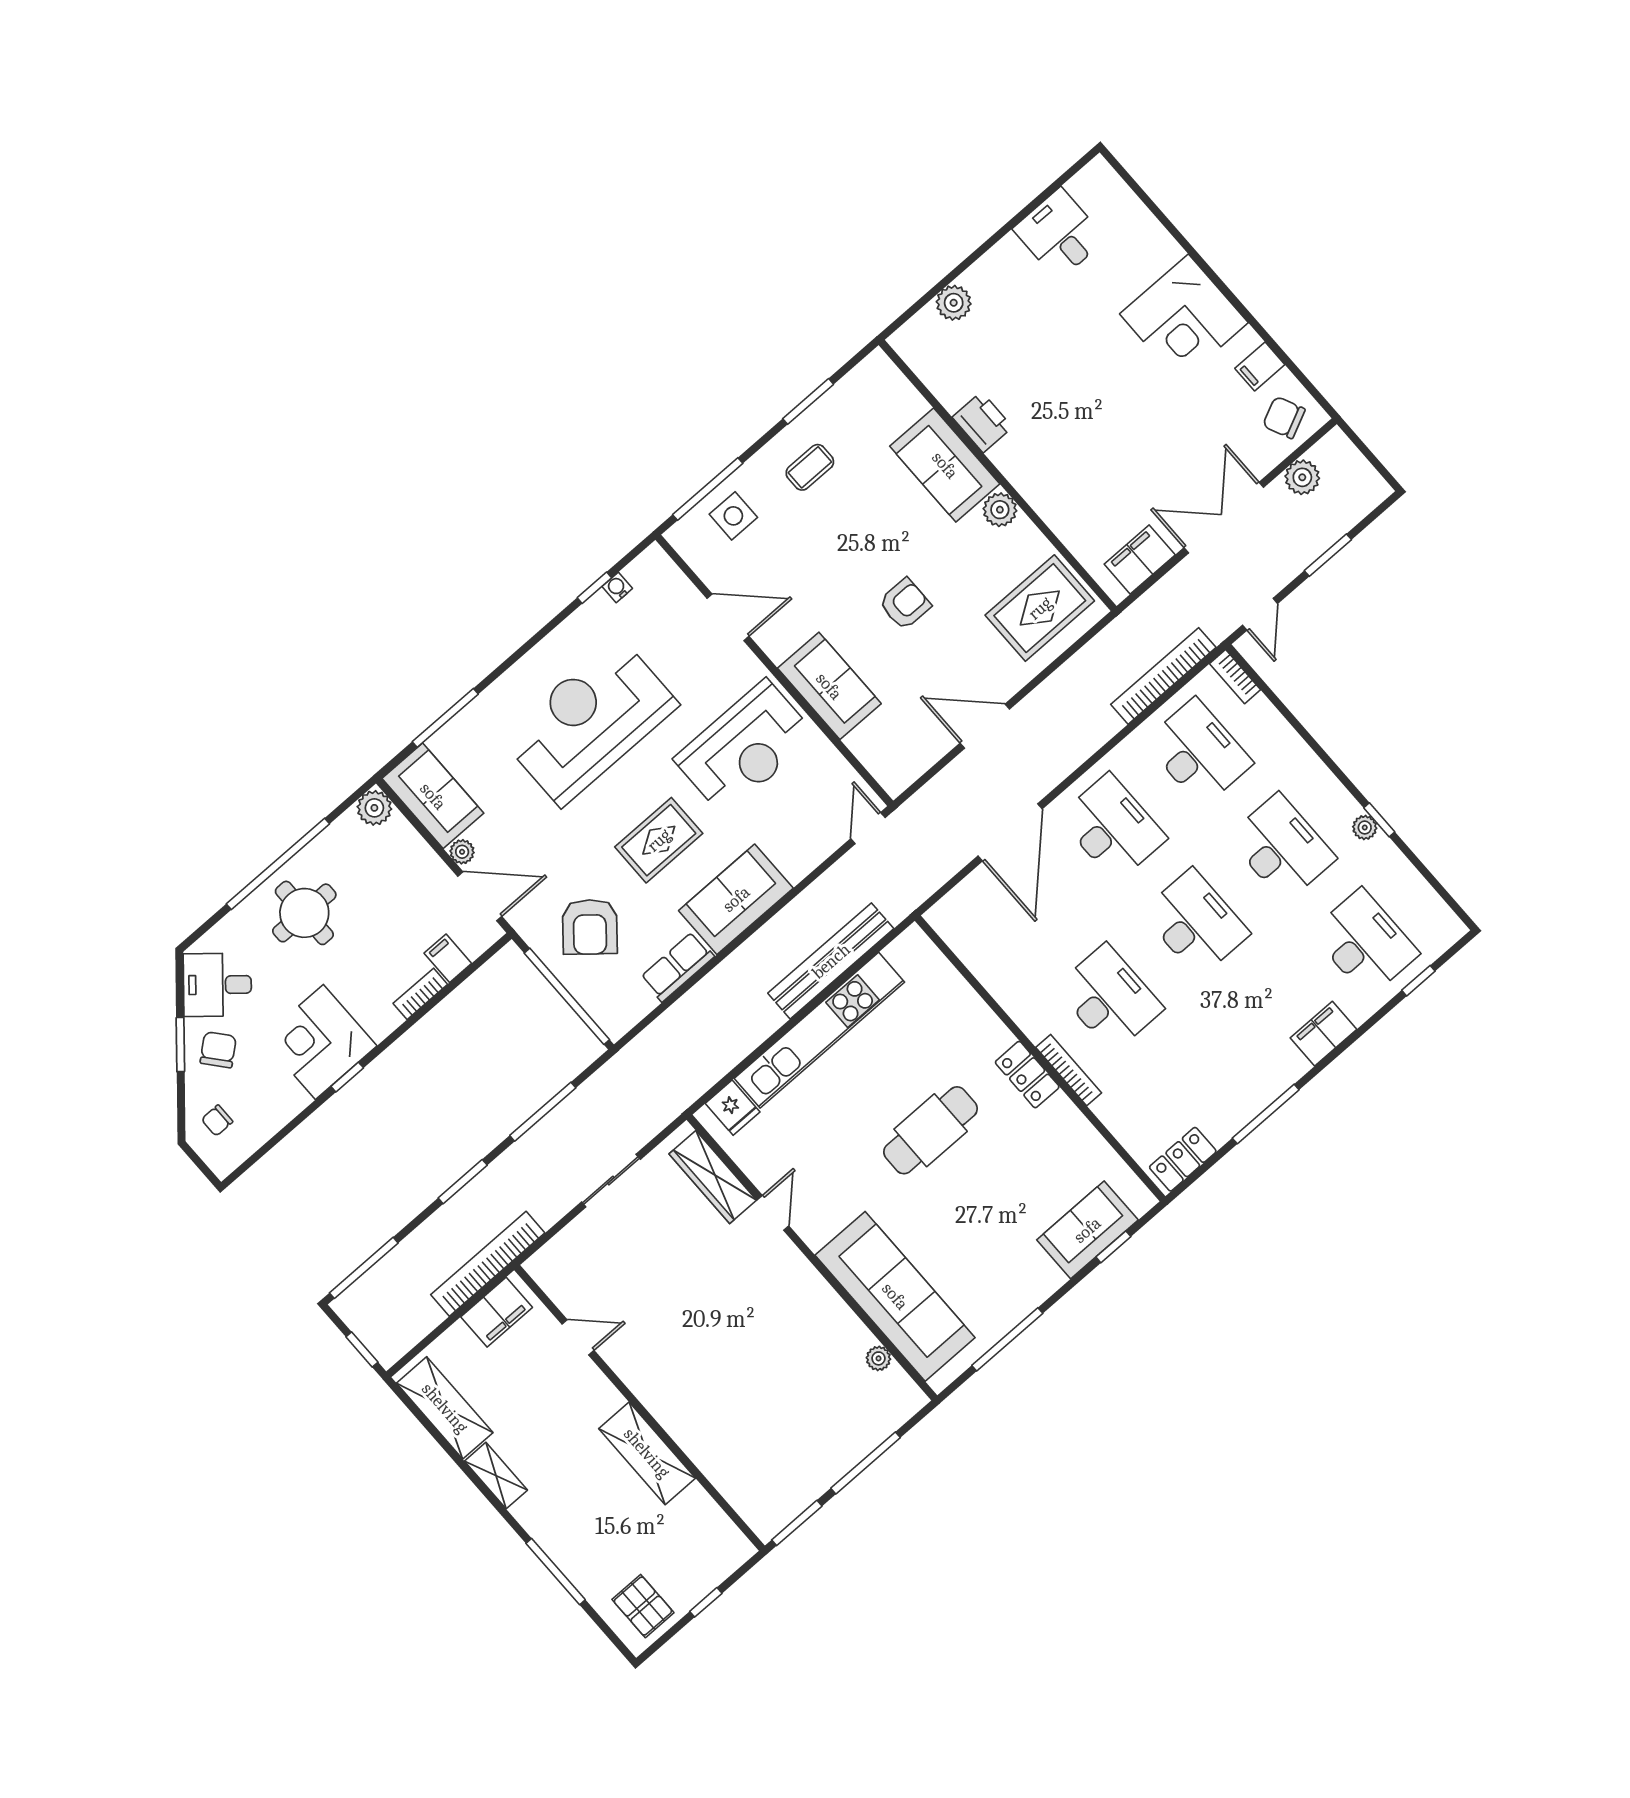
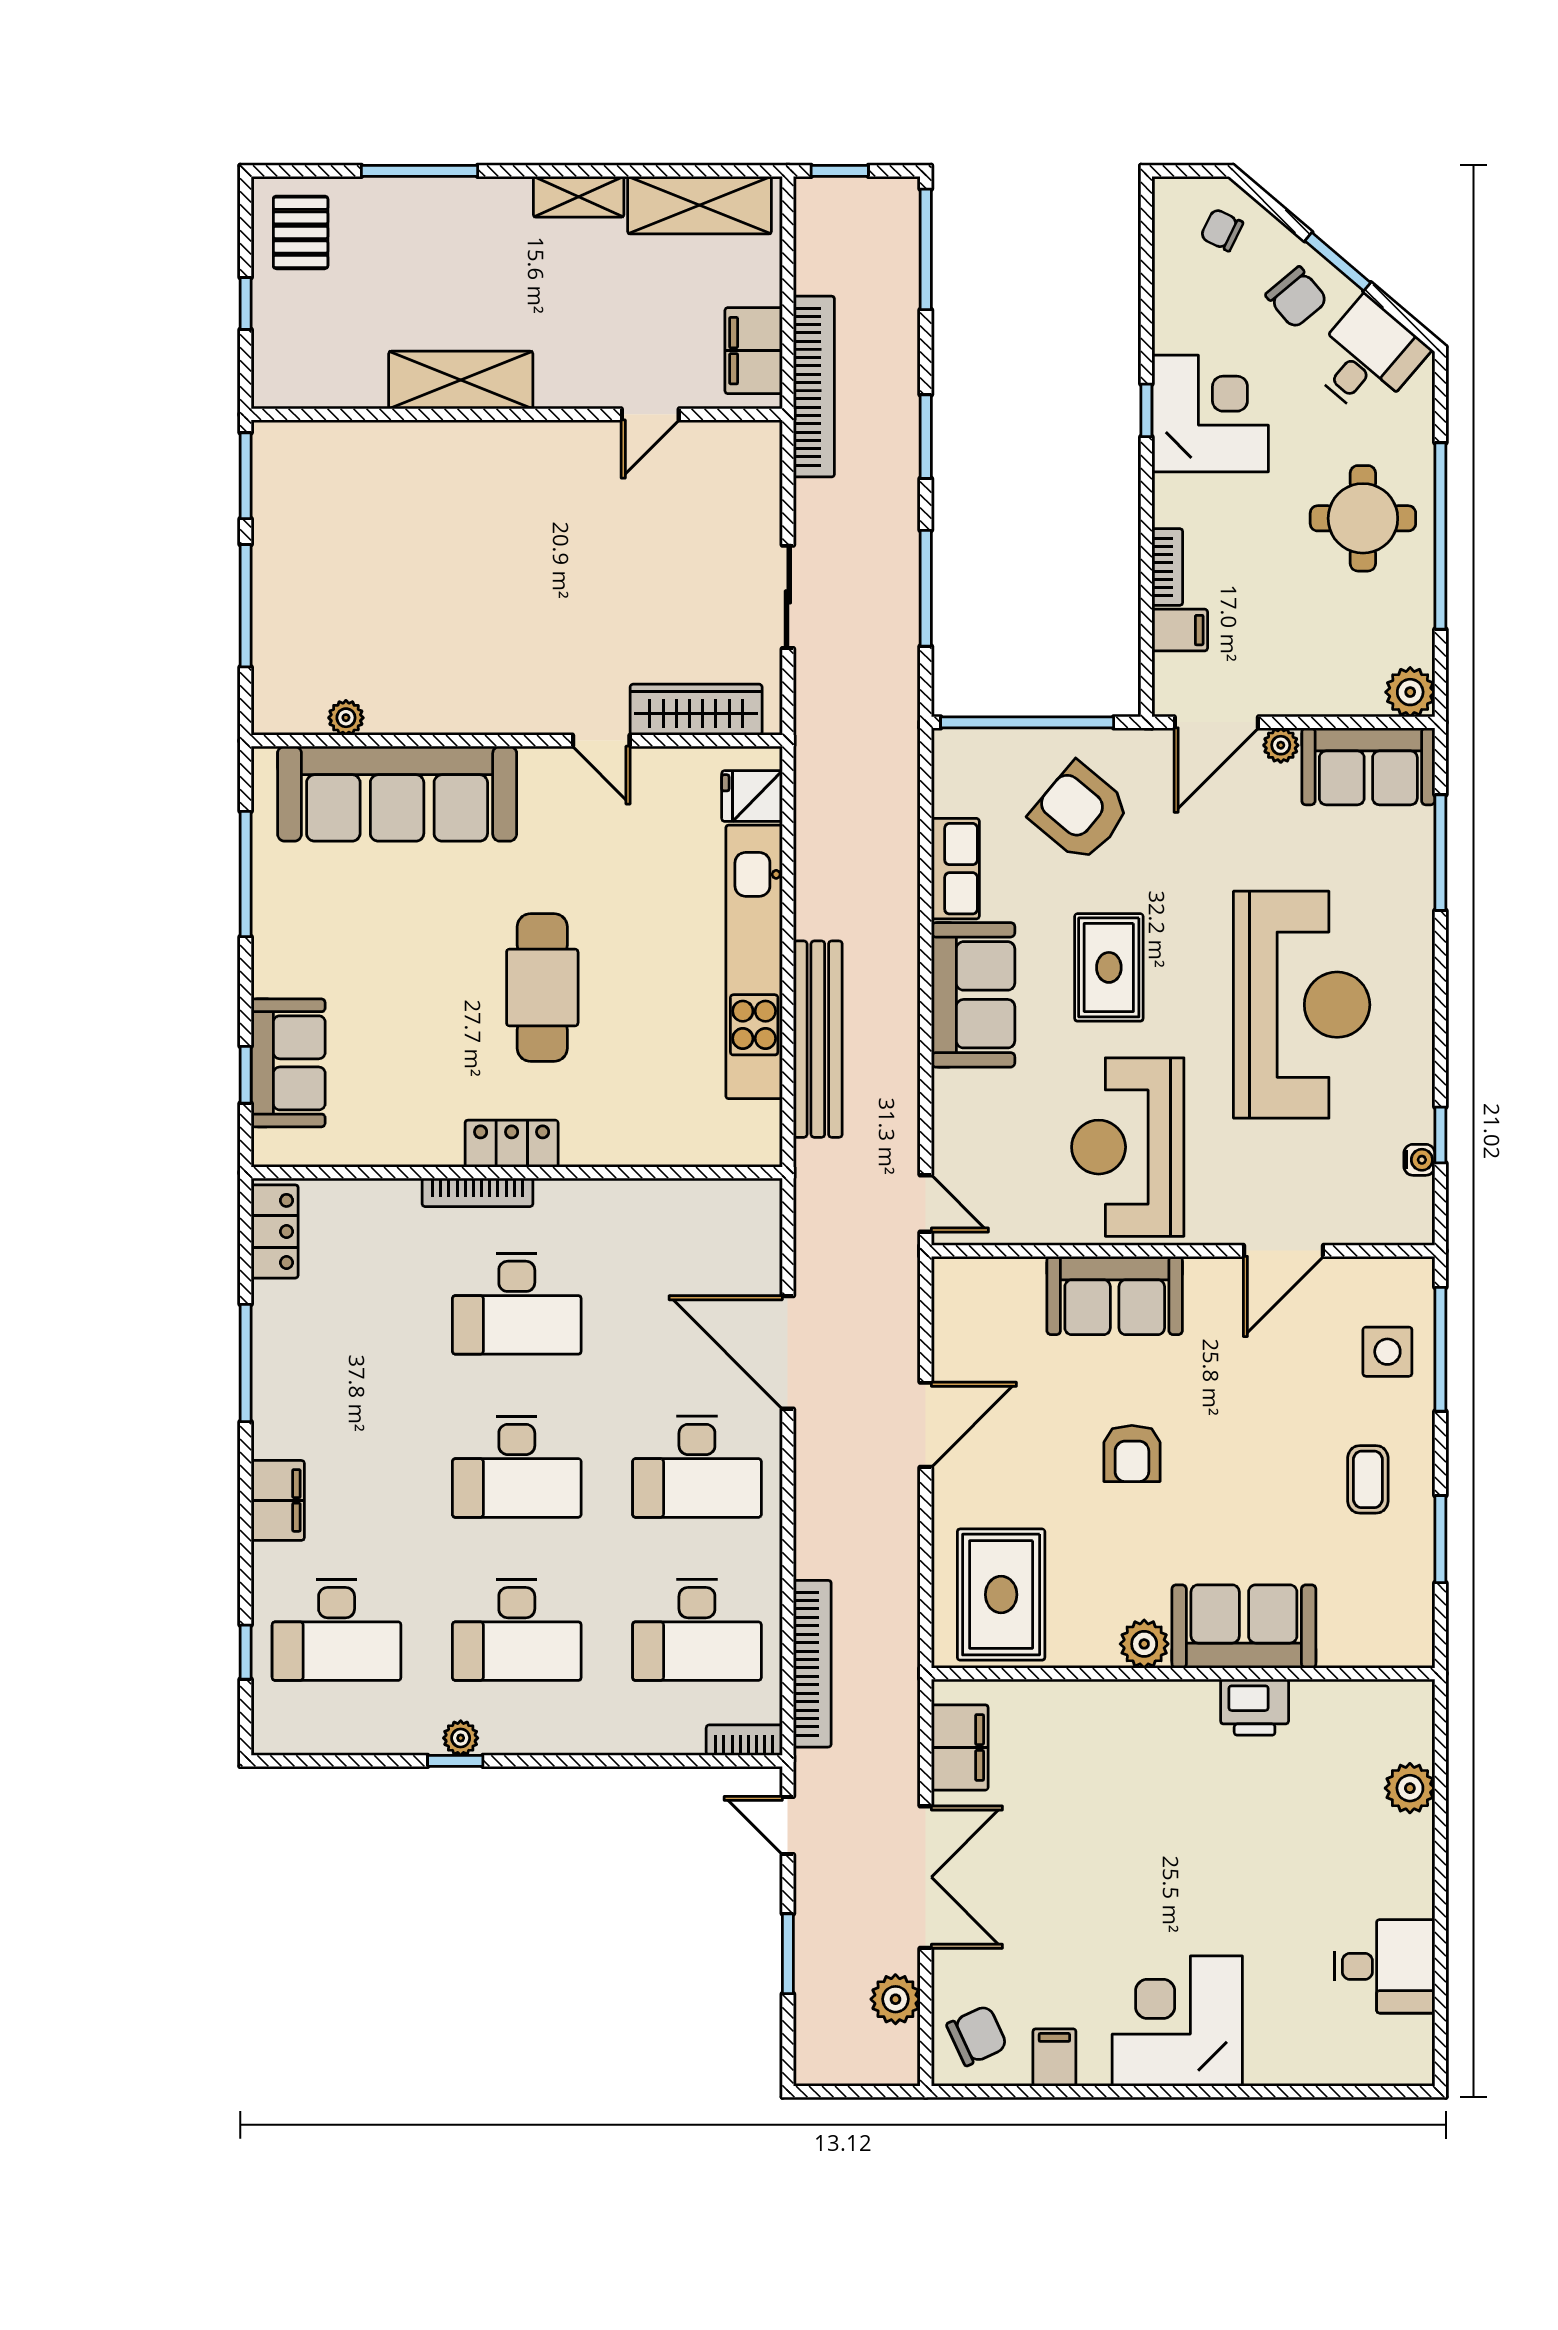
chair: (217, 1120) -> (1222, 230), turned -64
pallet: (643, 1606) -> (301, 232), turned 90

